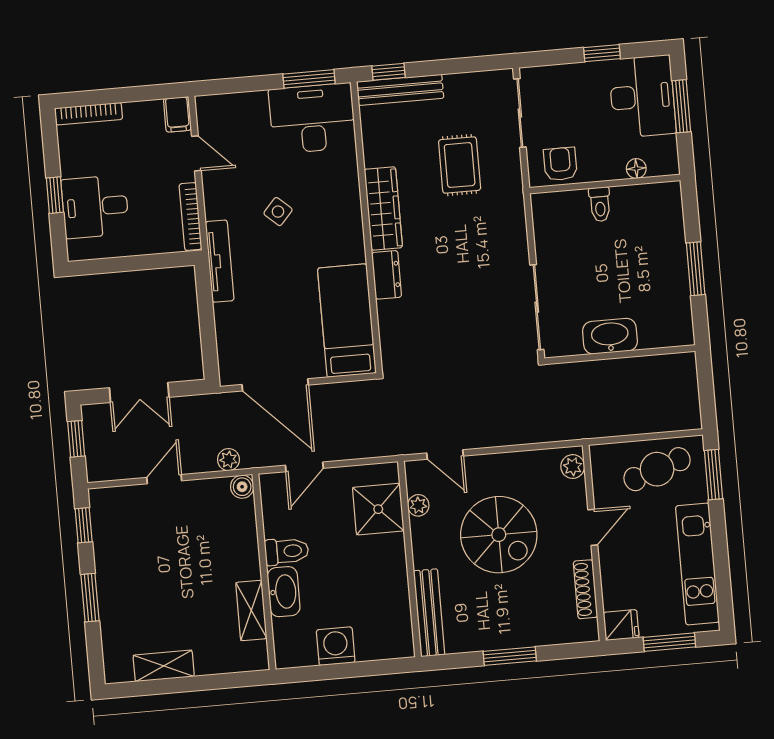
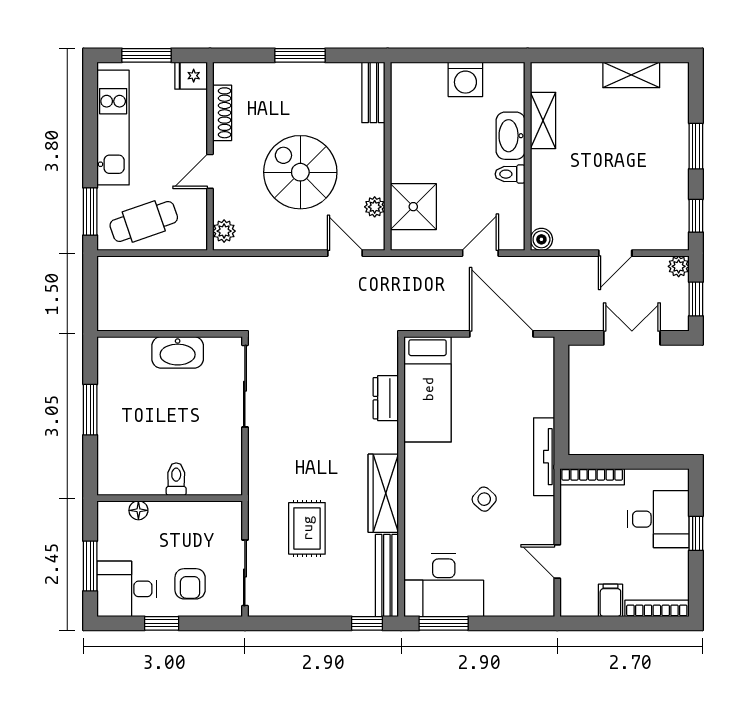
bench: (400, 90) -> (387, 576), moved, turned 90
desk: (642, 96) -> (127, 589), width x0.73
filing cabinet: (177, 114) -> (610, 600), moved
armchair: (560, 164) -> (190, 584), moved
bookcase: (190, 217) -> (592, 477), moved, turned 90
dresser: (387, 275) -> (386, 398), moved
plant: (229, 460) -> (679, 266), moved
toilet: (287, 551) -> (510, 174), width x0.73, depth x0.72
bench: (429, 613) -> (373, 92), width x0.73

